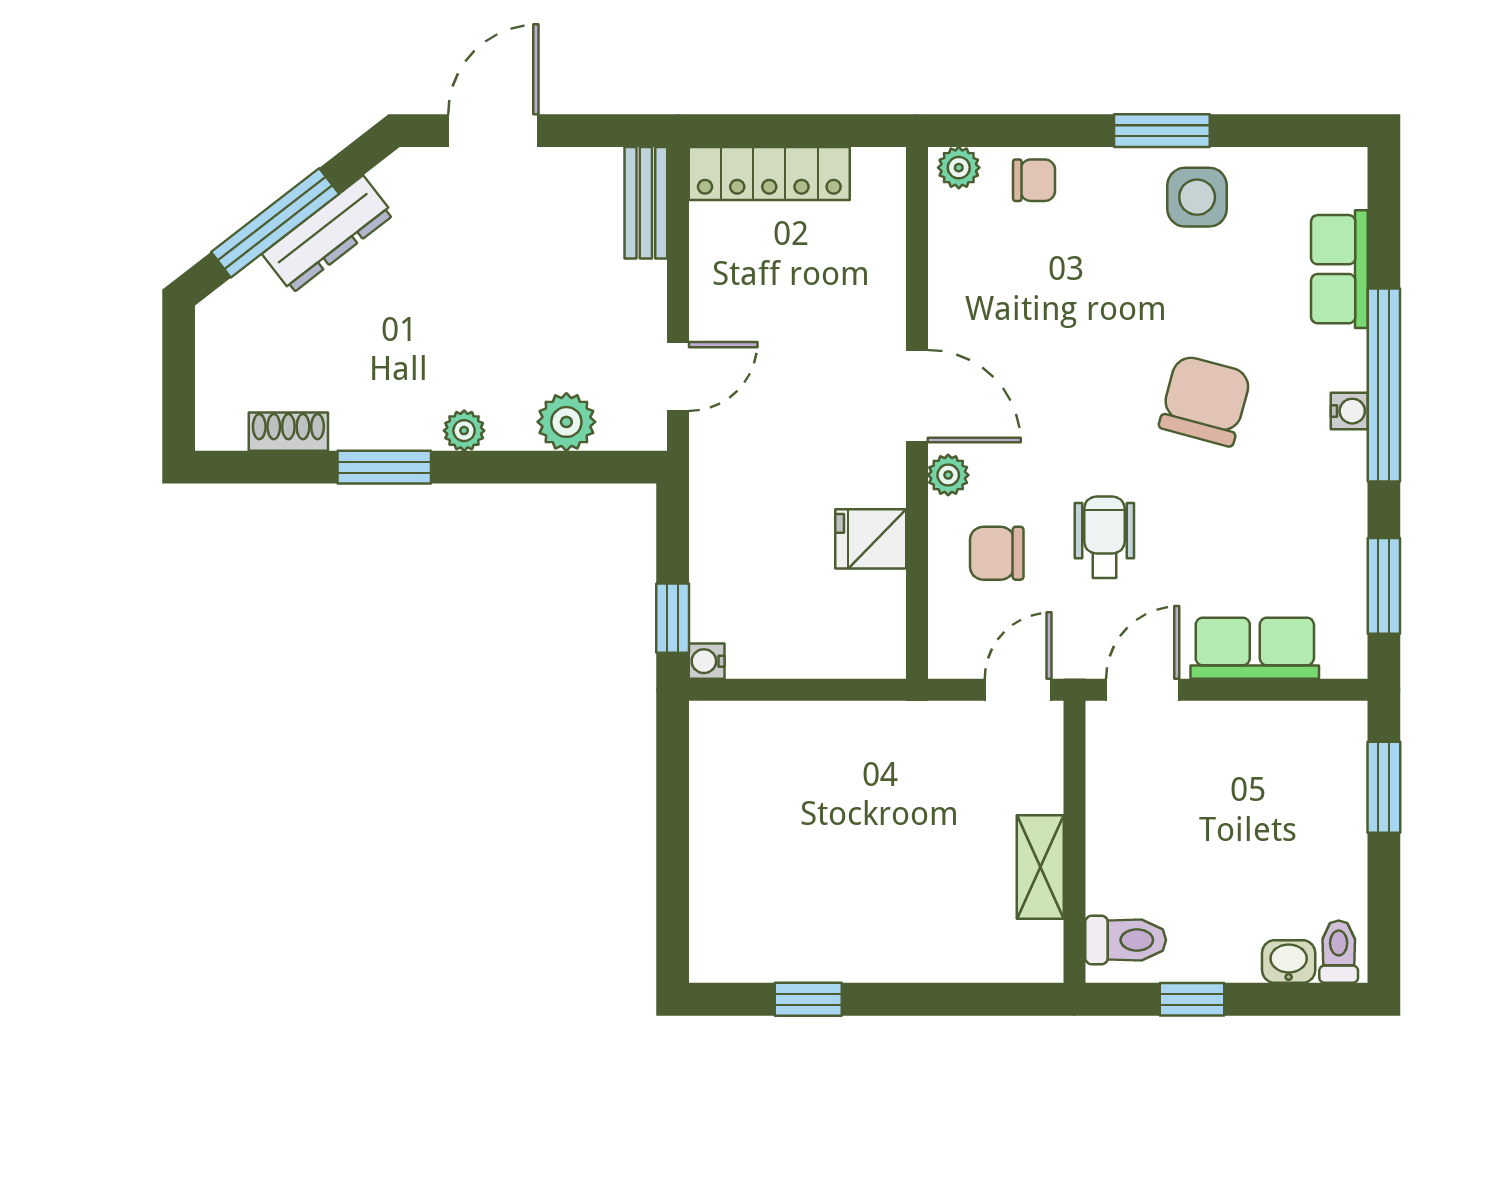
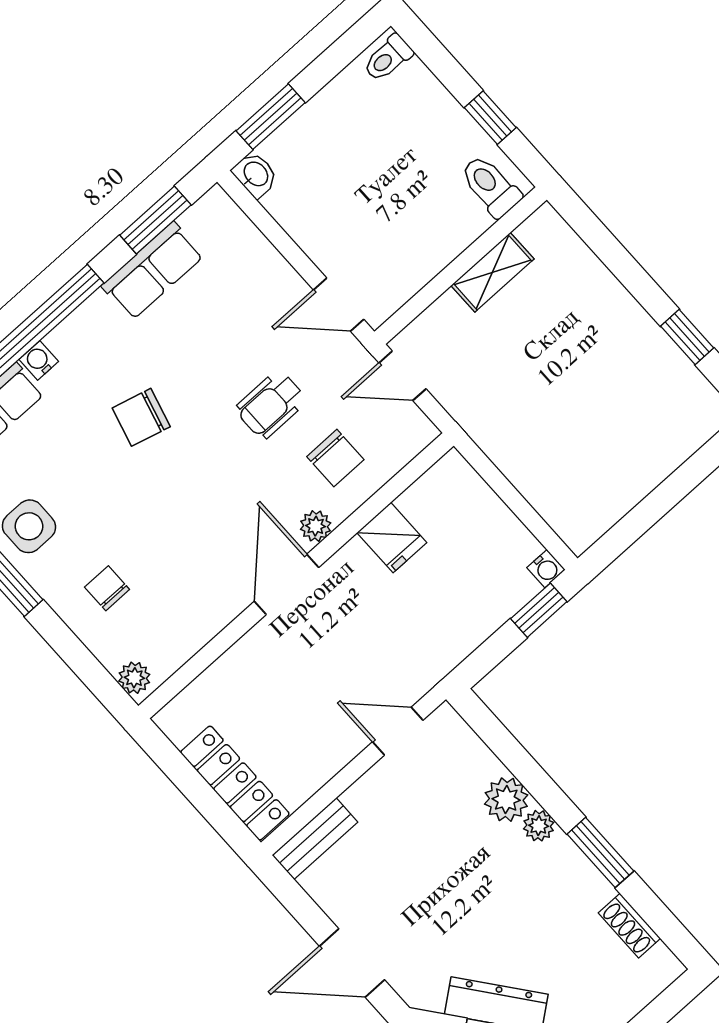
chair: (1034, 180) -> (107, 588), moved
chair: (1205, 401) -> (141, 417), width x0.73, depth x0.73
water cooler: (1349, 411) -> (39, 360), moved
plant: (566, 422) -> (506, 800), moved
row of seats: (1255, 648) -> (153, 271), moved, turned -90
washbasin: (1289, 961) -> (255, 175), moved, turned 180

